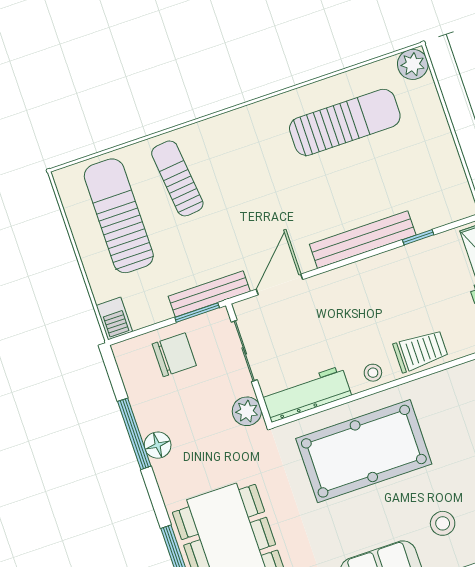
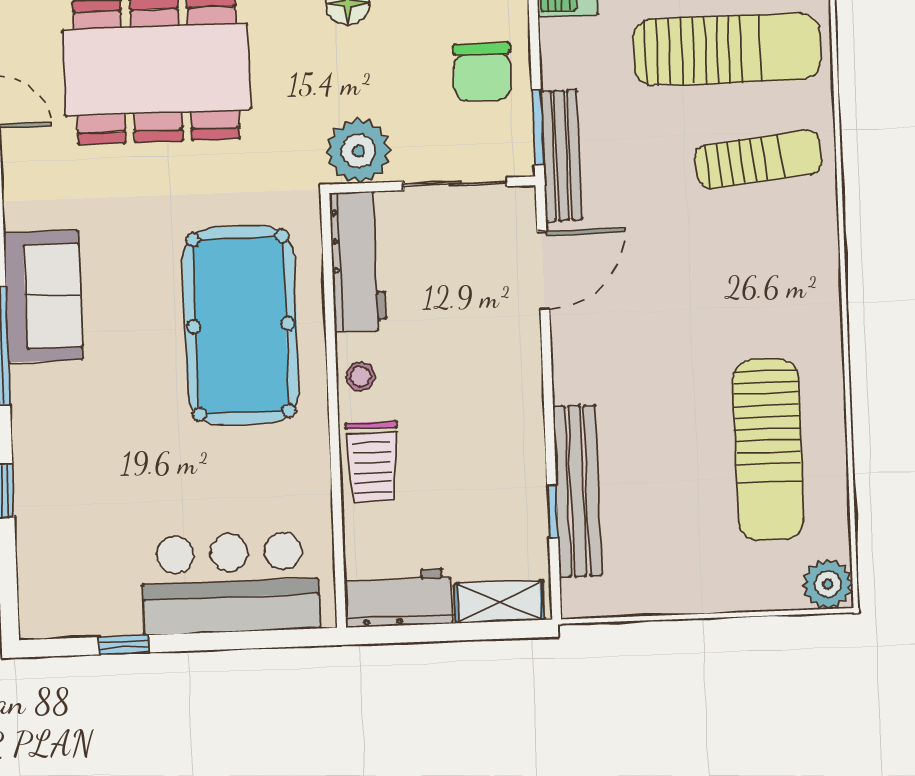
bench: (363, 240) -> (577, 491), moved
door: (280, 284) -> (543, 271), hinge flipped
plant: (247, 411) -> (358, 151), width x1.36, depth x1.36
stool: (443, 523) -> (90, 415), removed

